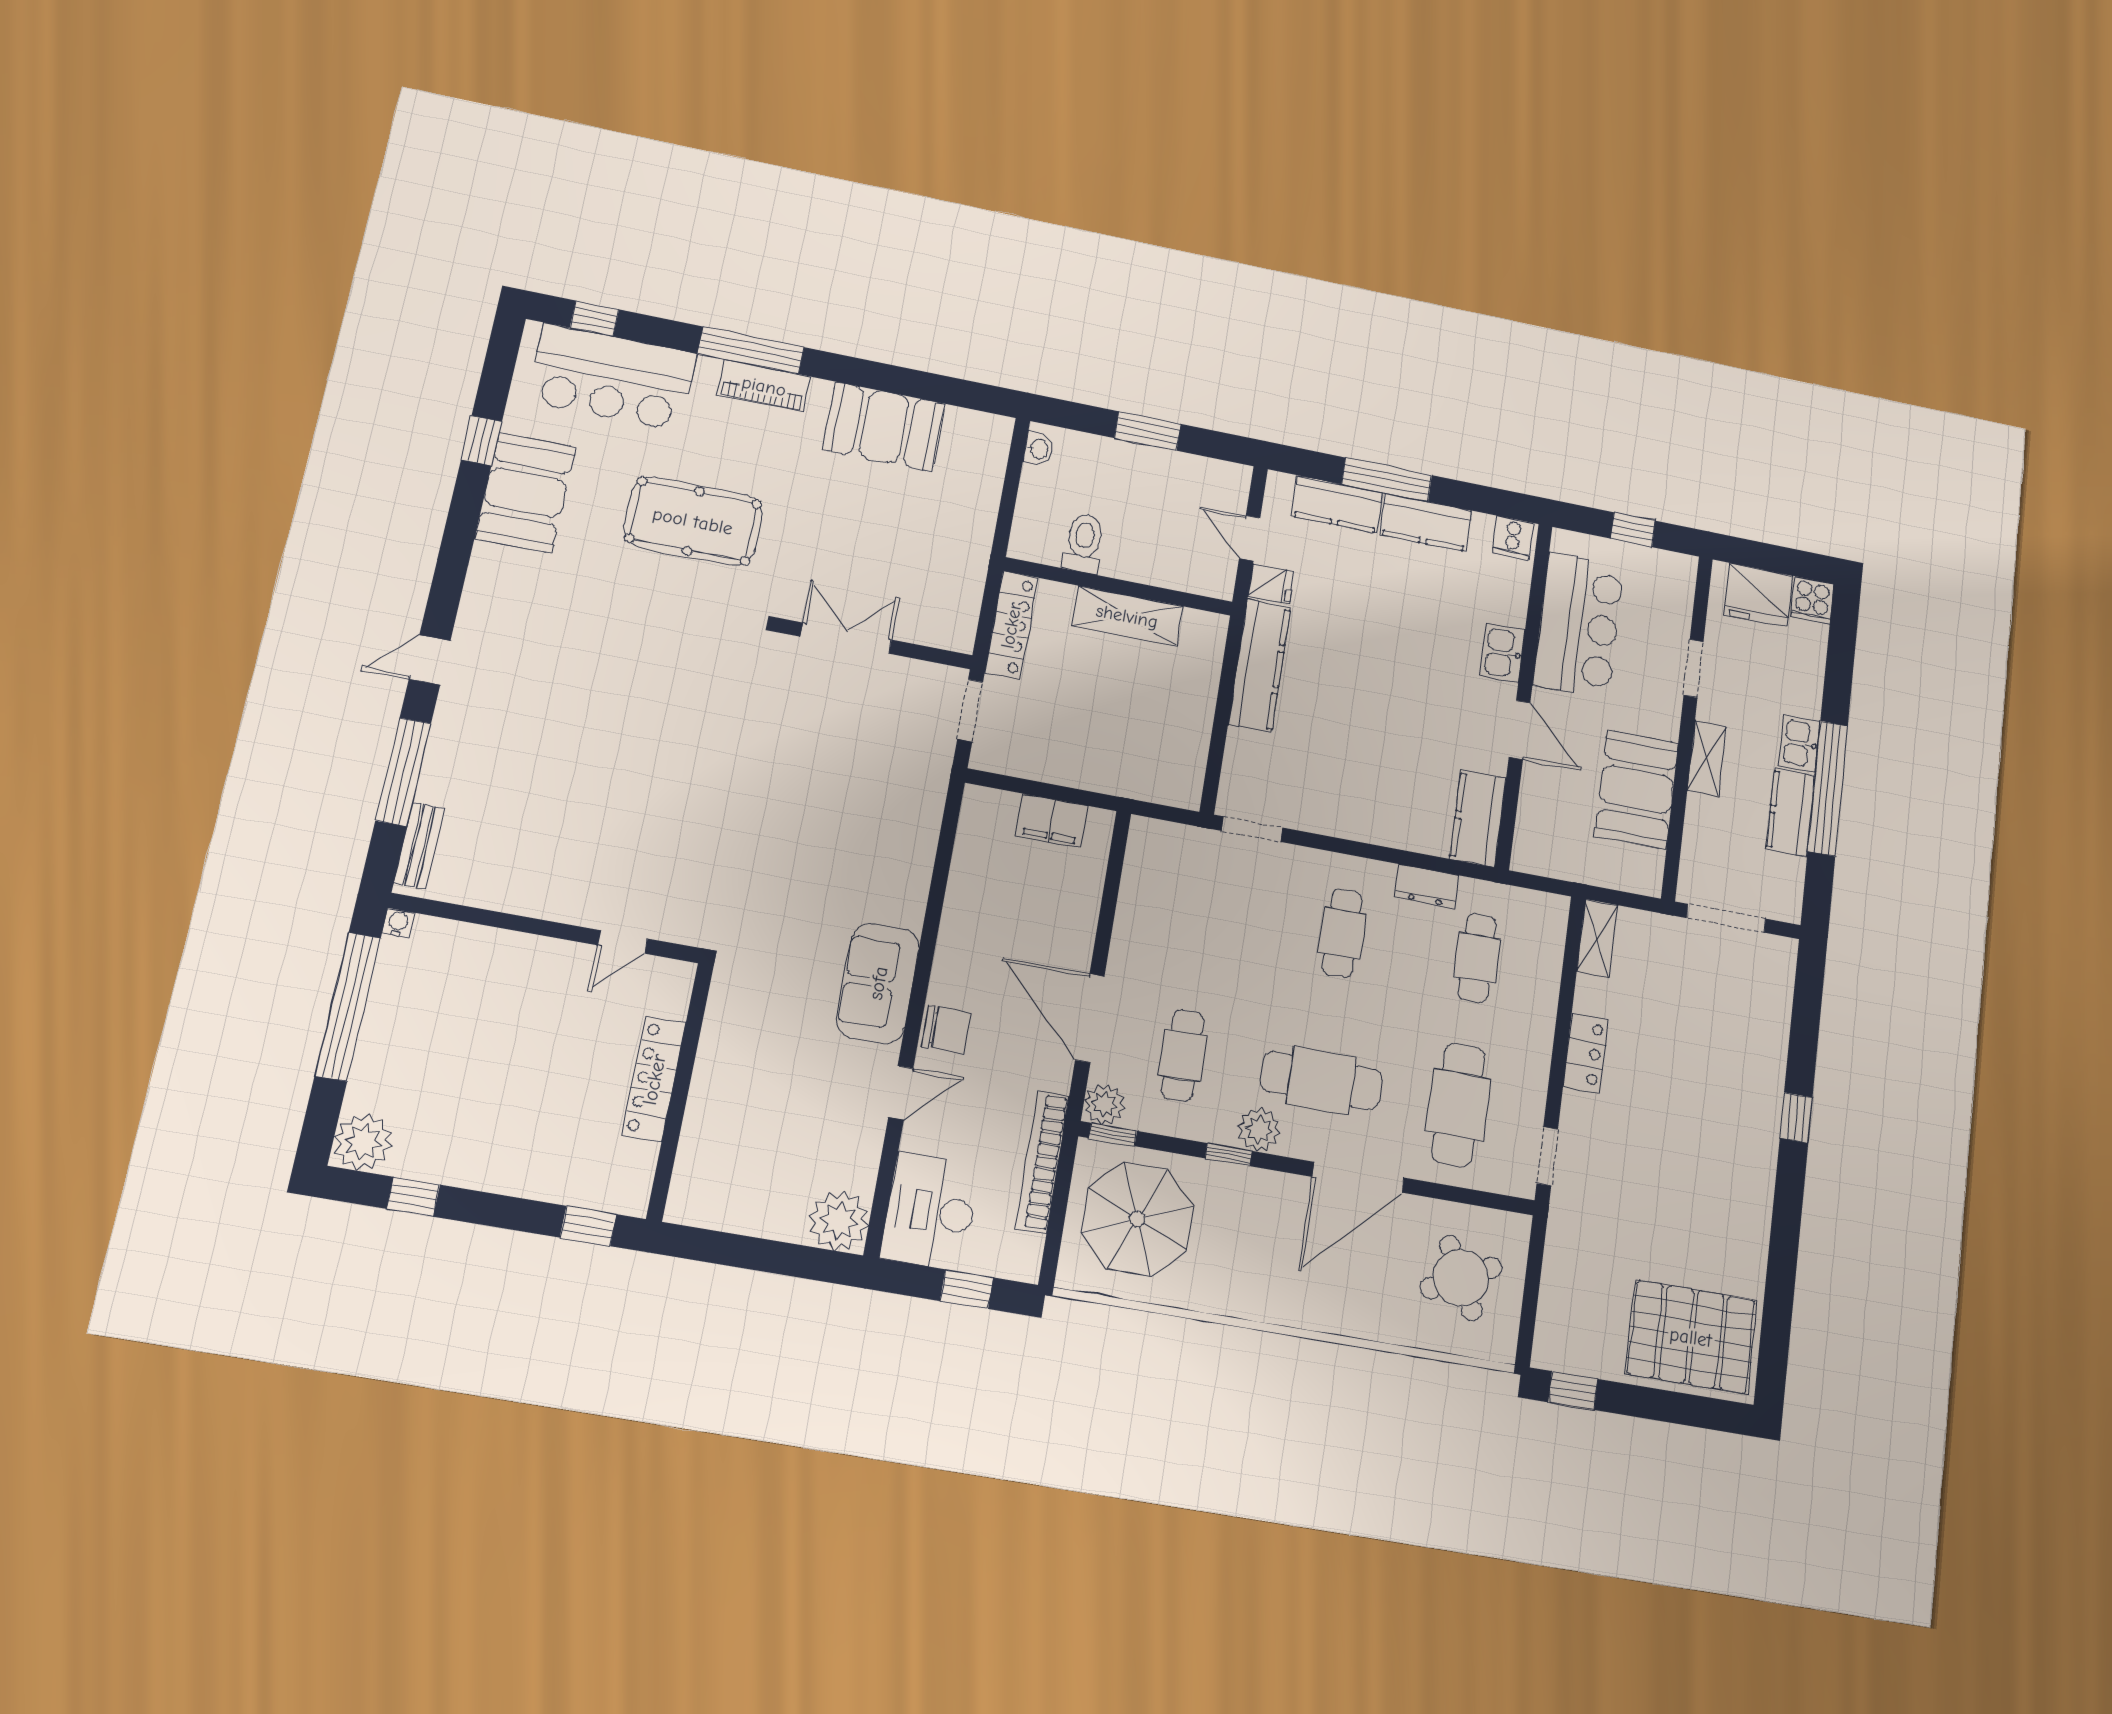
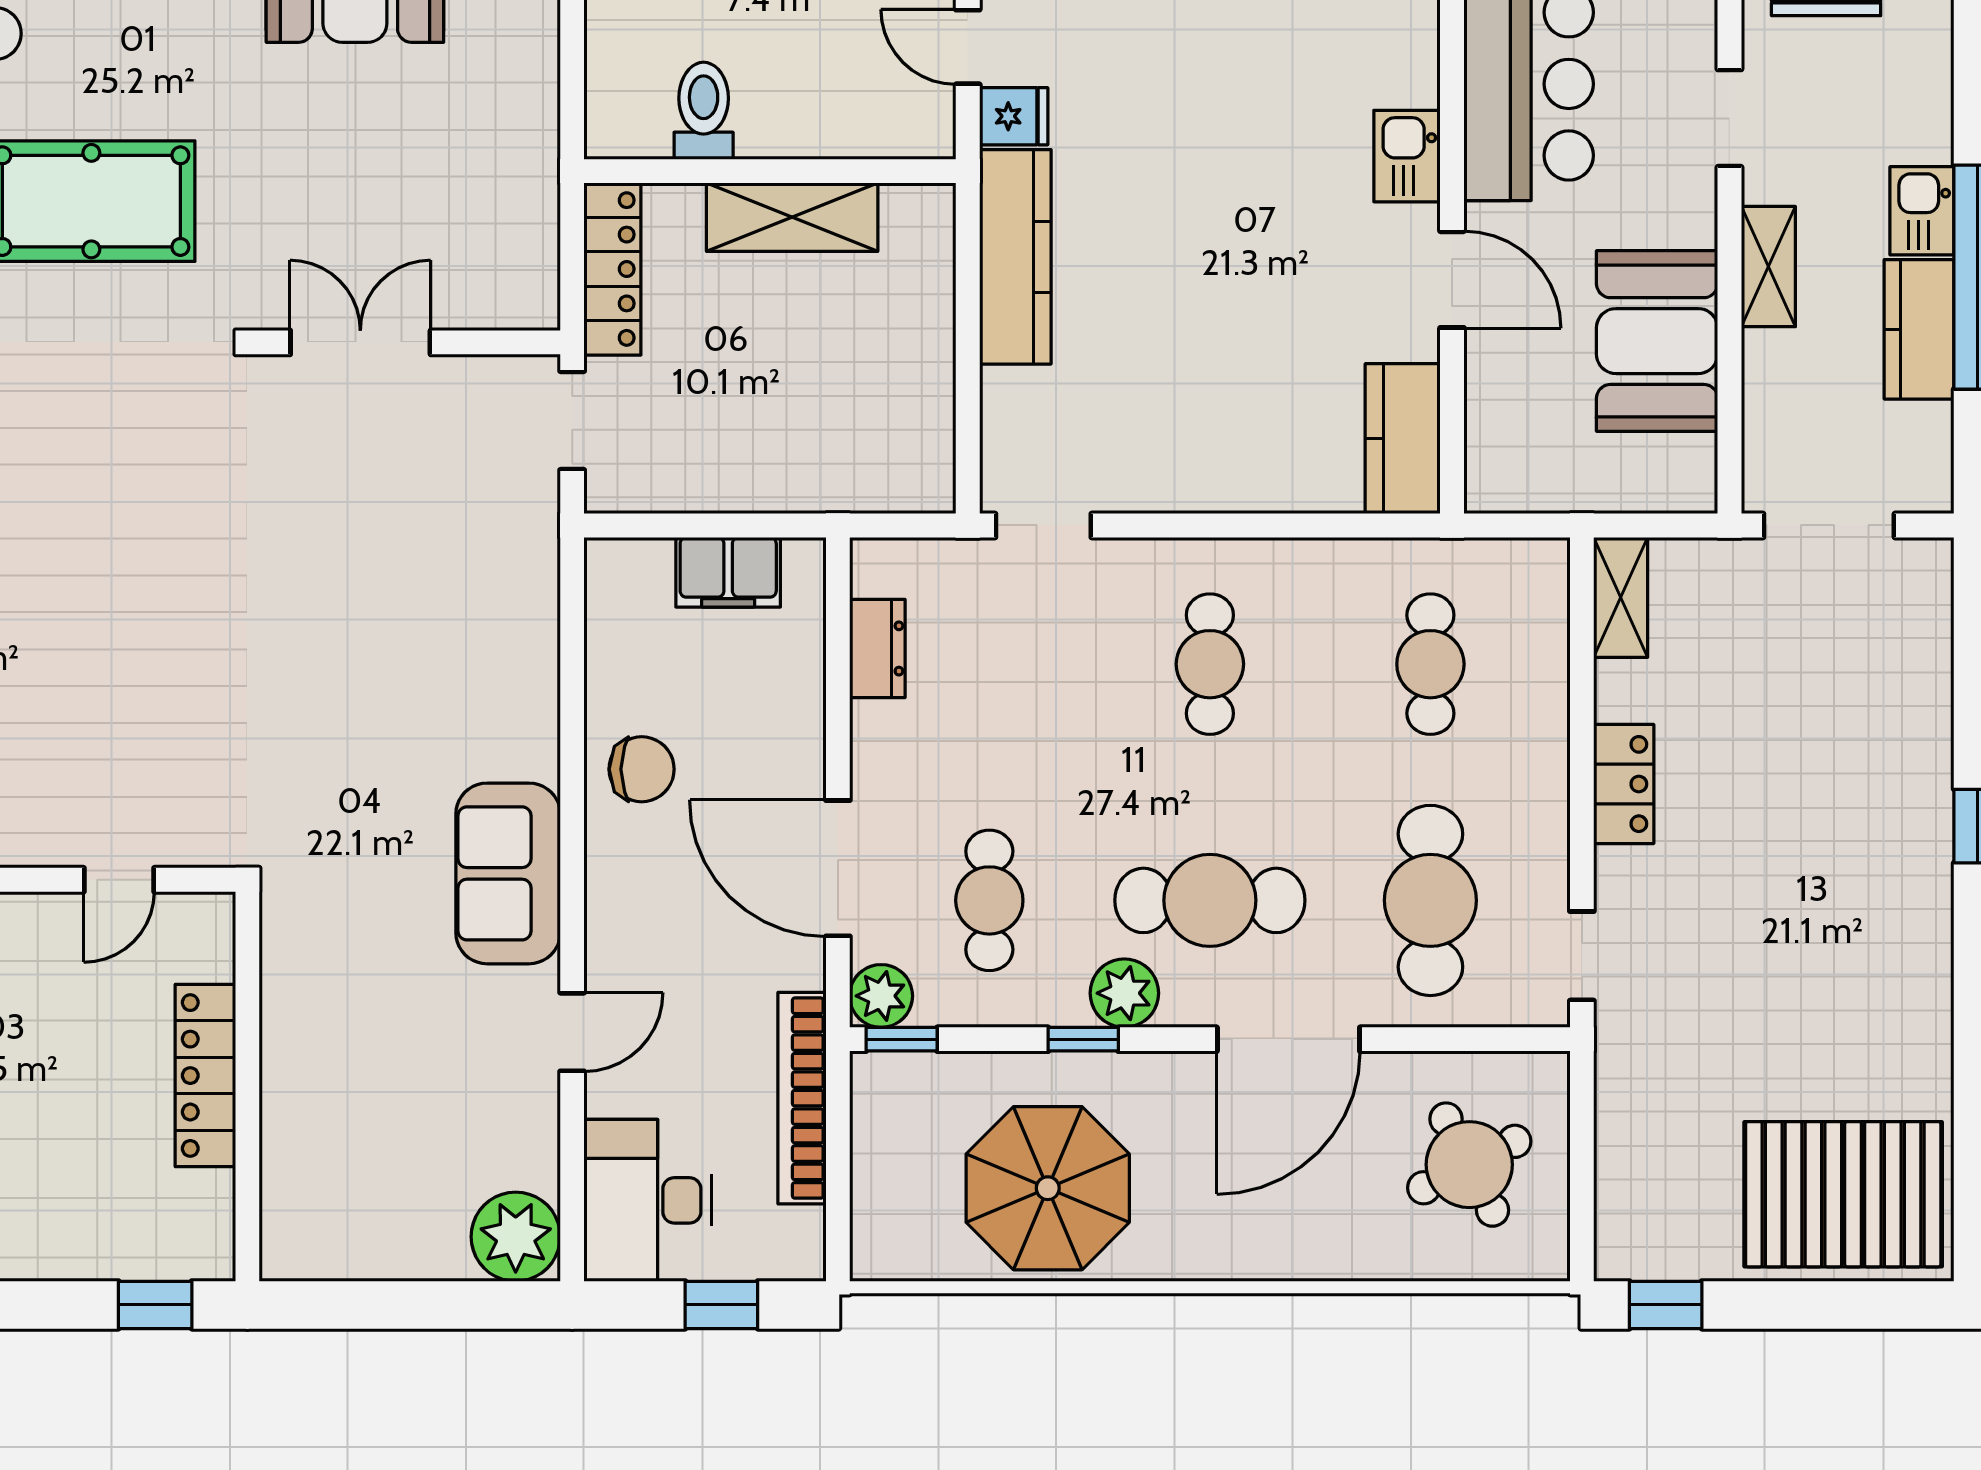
dresser: (1427, 887) -> (877, 648), moved, turned -90
chair: (946, 1029) -> (642, 769), moved
parasol: (1137, 1219) -> (1048, 1188), moved

